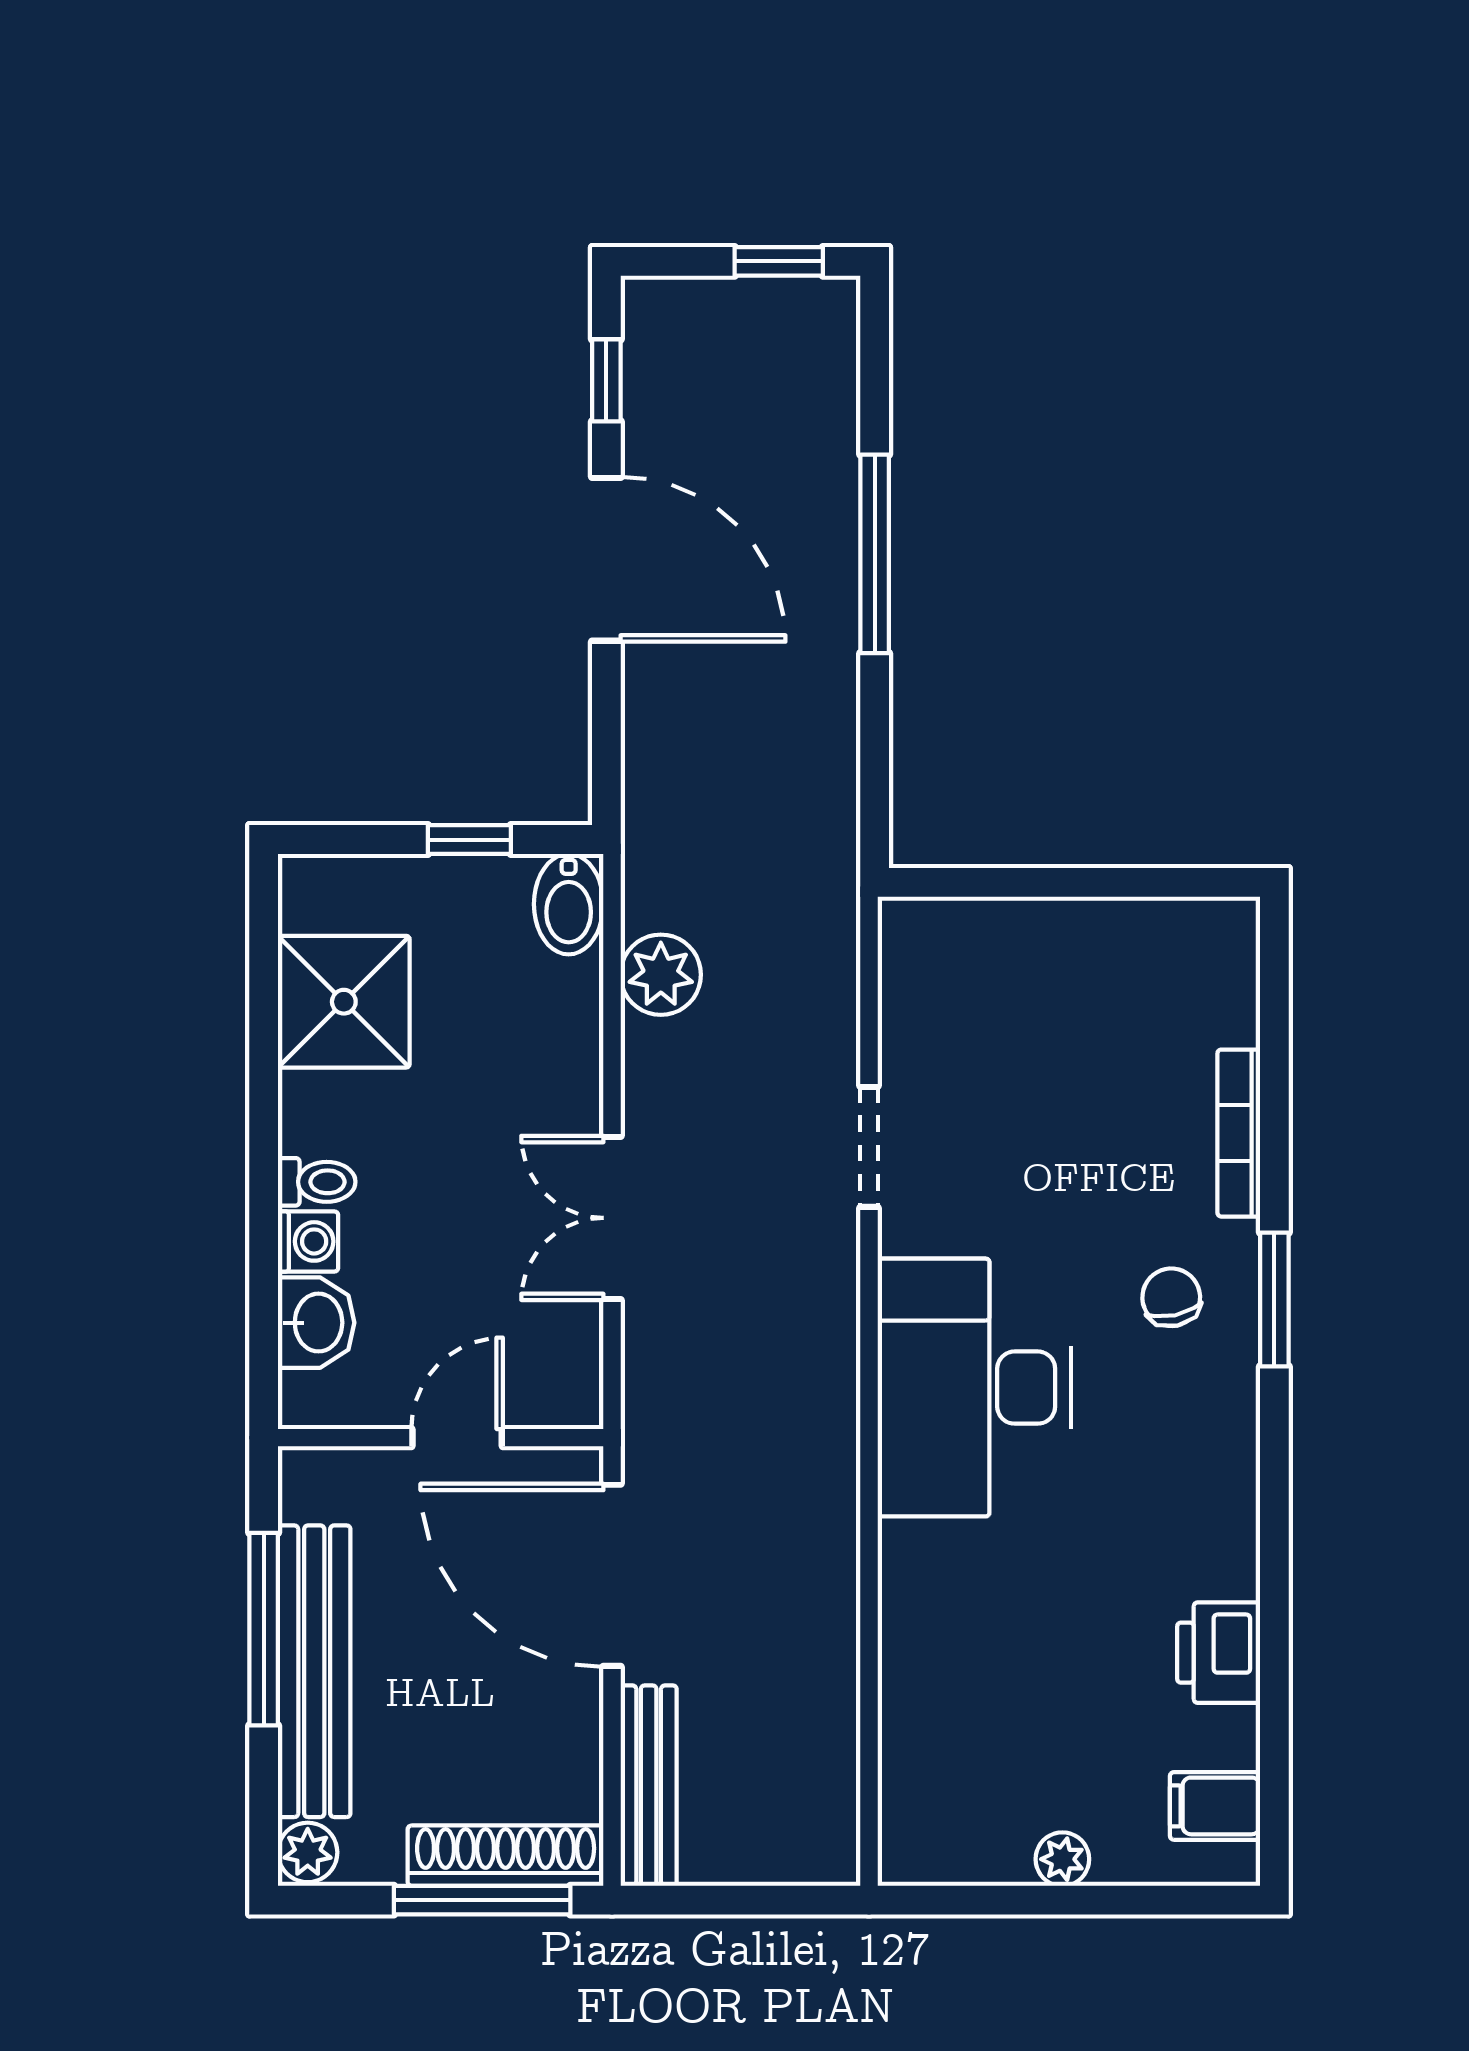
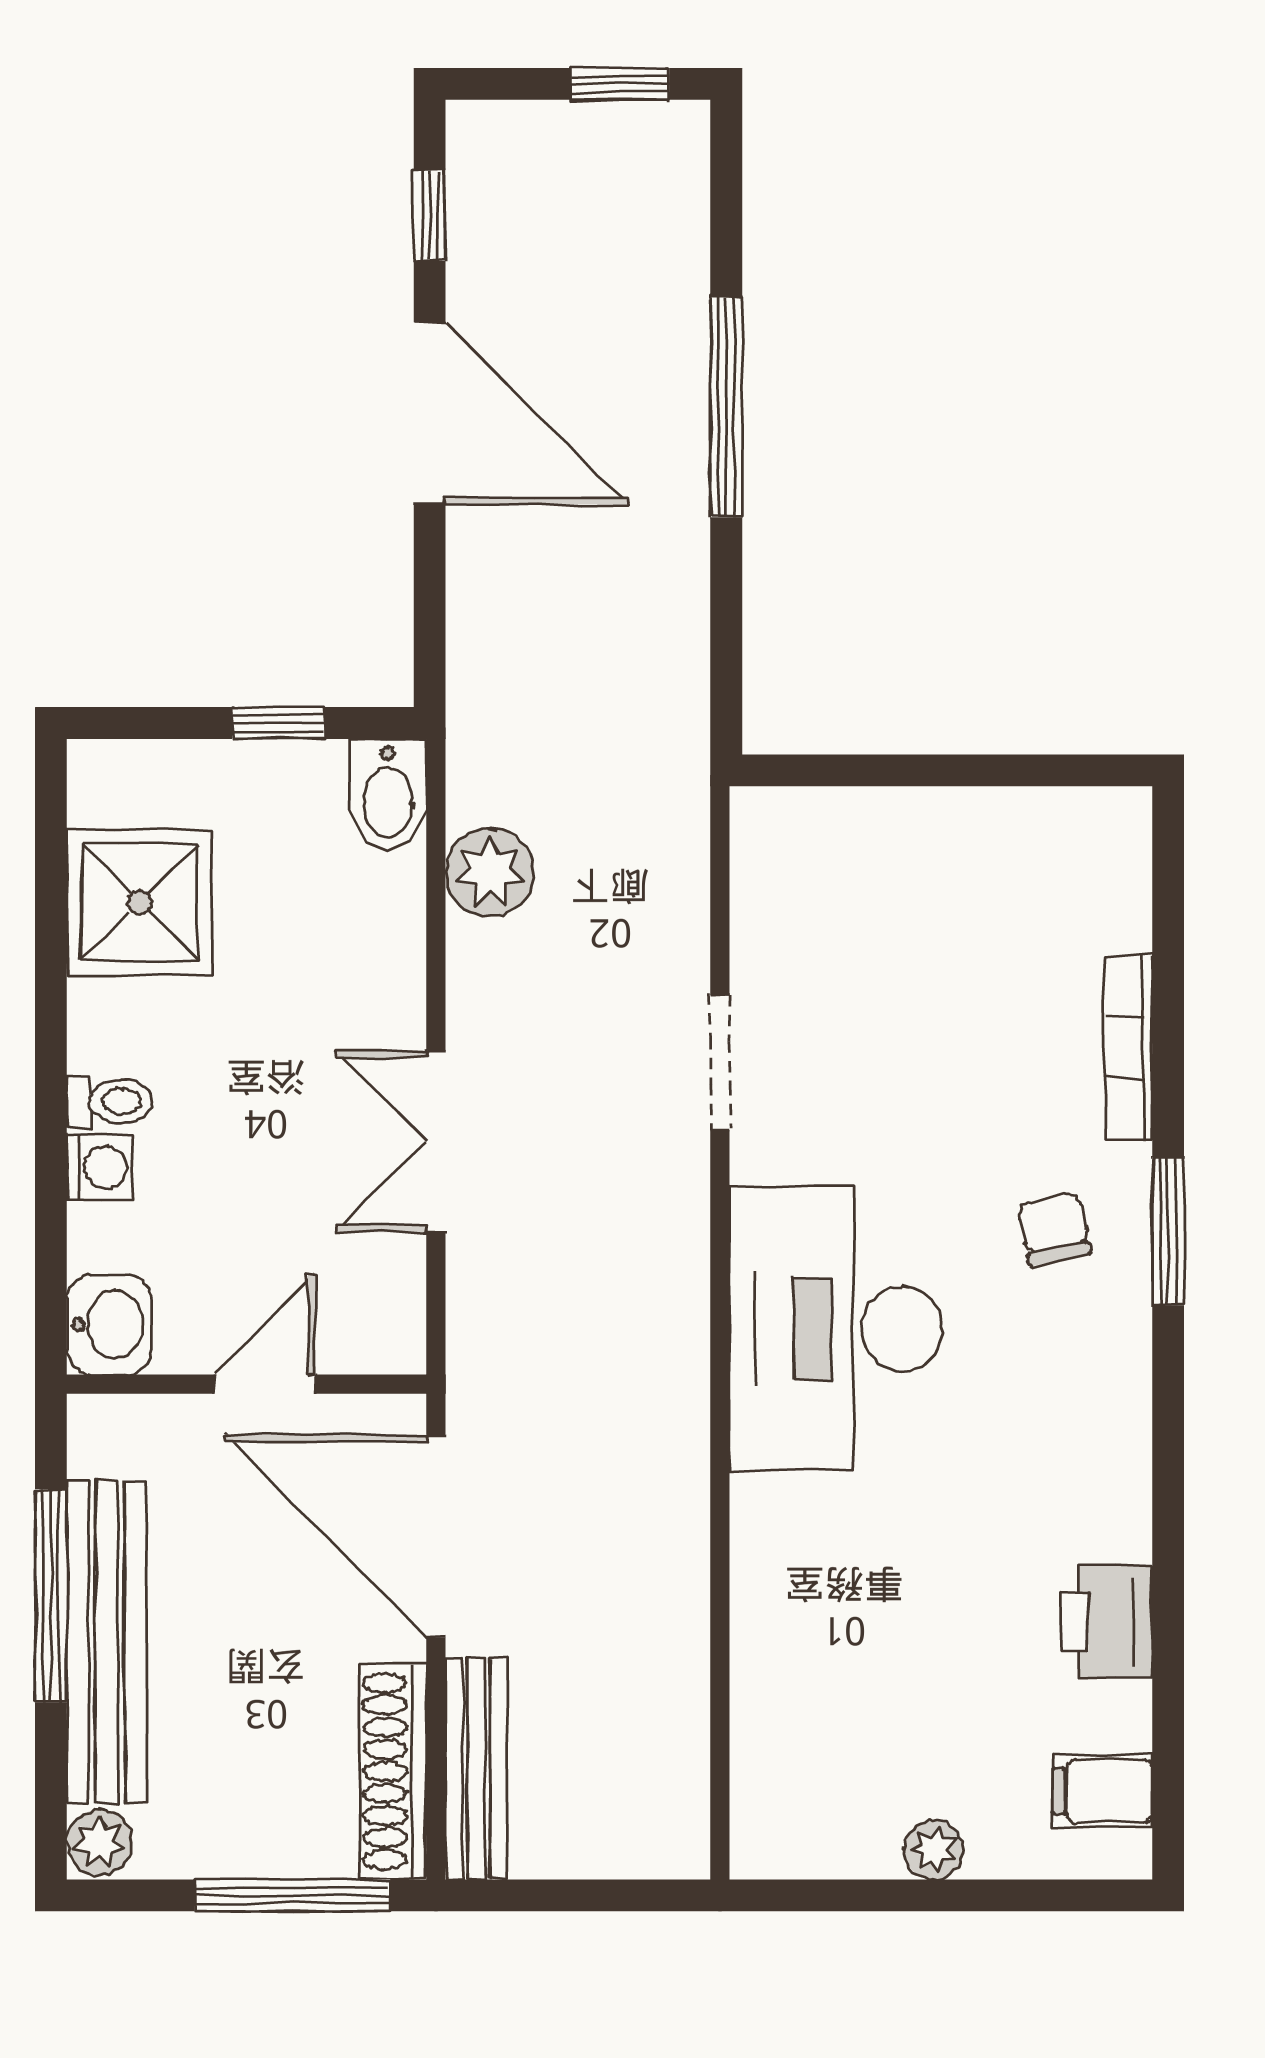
washbasin: (316, 1323) -> (109, 1325), moved
shoe rack: (506, 1856) -> (393, 1771), moved, turned -90

